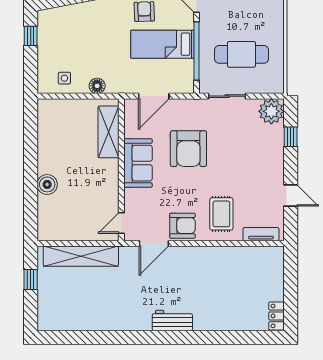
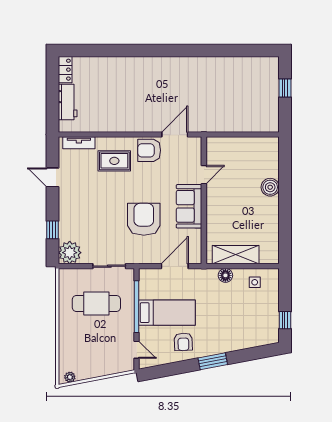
shelving: (108, 132) -> (236, 255), moved, turned 90
rug: (221, 214) -> (114, 161), turned 90
door: (121, 223) -> (204, 175), moved
shelving: (81, 256) -> (240, 123), removed
window: (31, 280) -> (285, 88), moved
workbench: (172, 321) -> (68, 102), moved, turned -90

